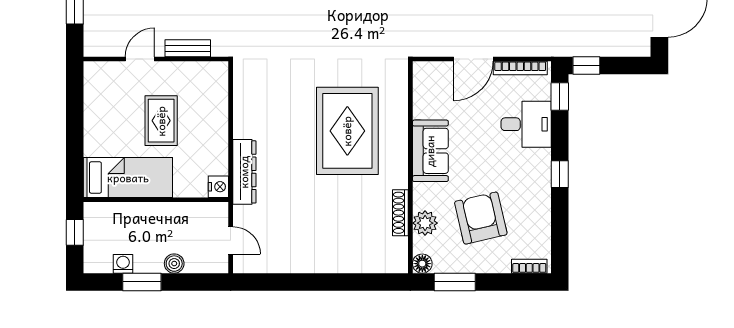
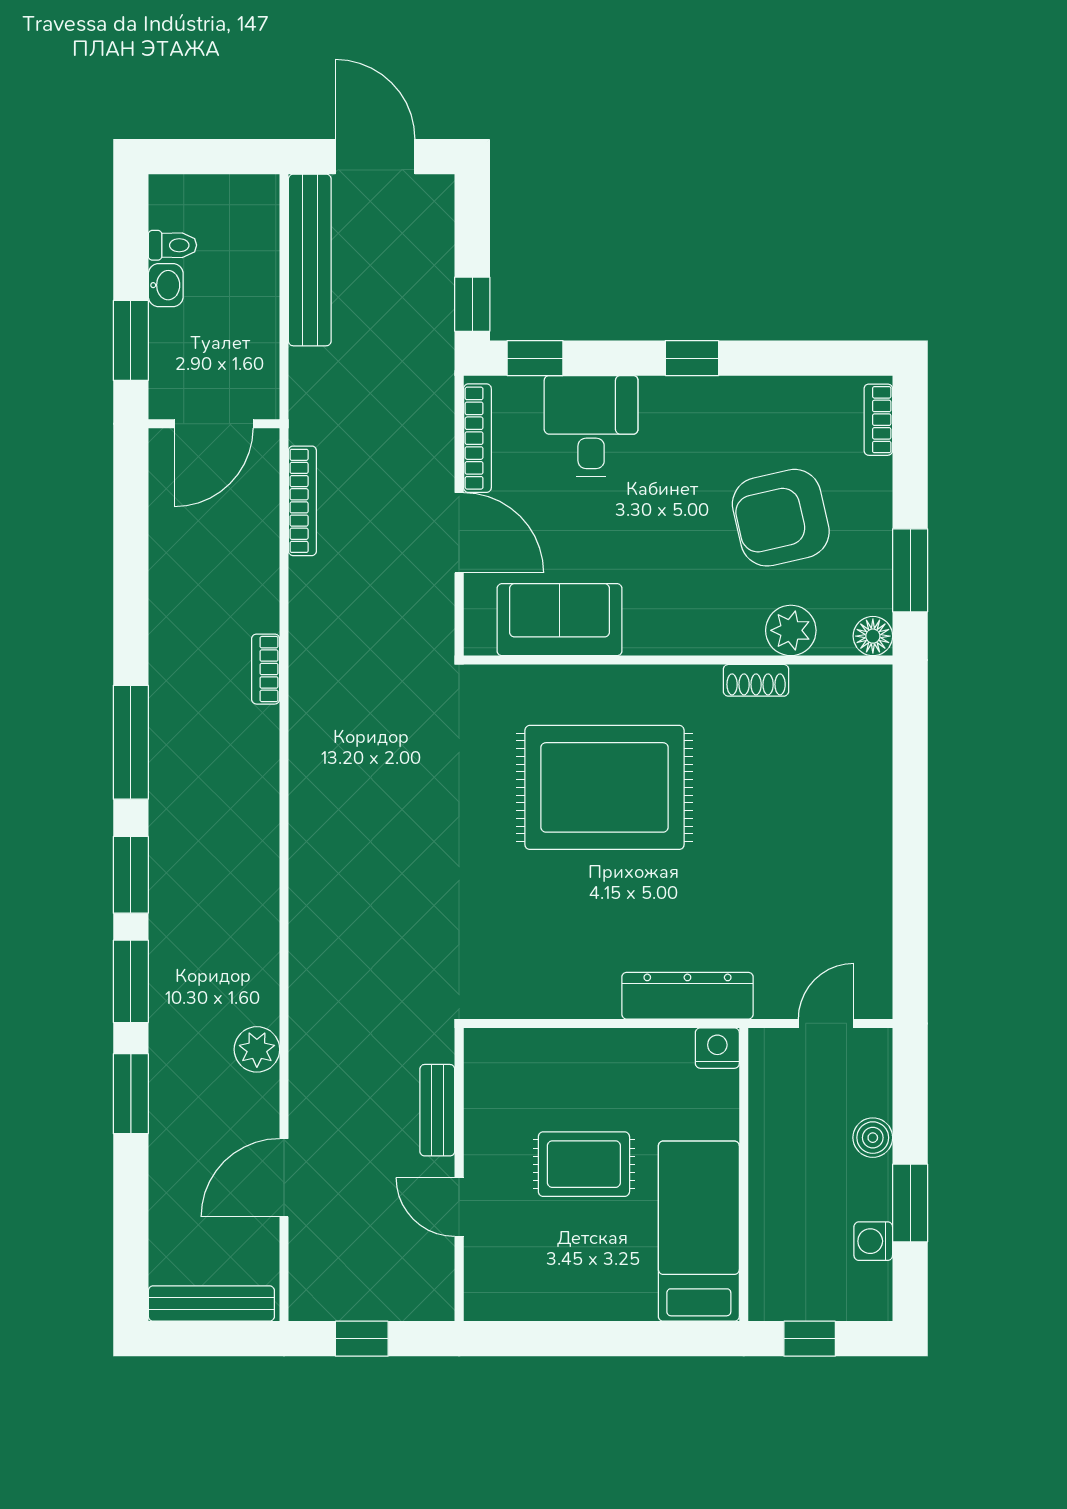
sofa: (430, 151) -> (560, 620), moved
shoe rack: (400, 213) -> (756, 680), width x0.70

